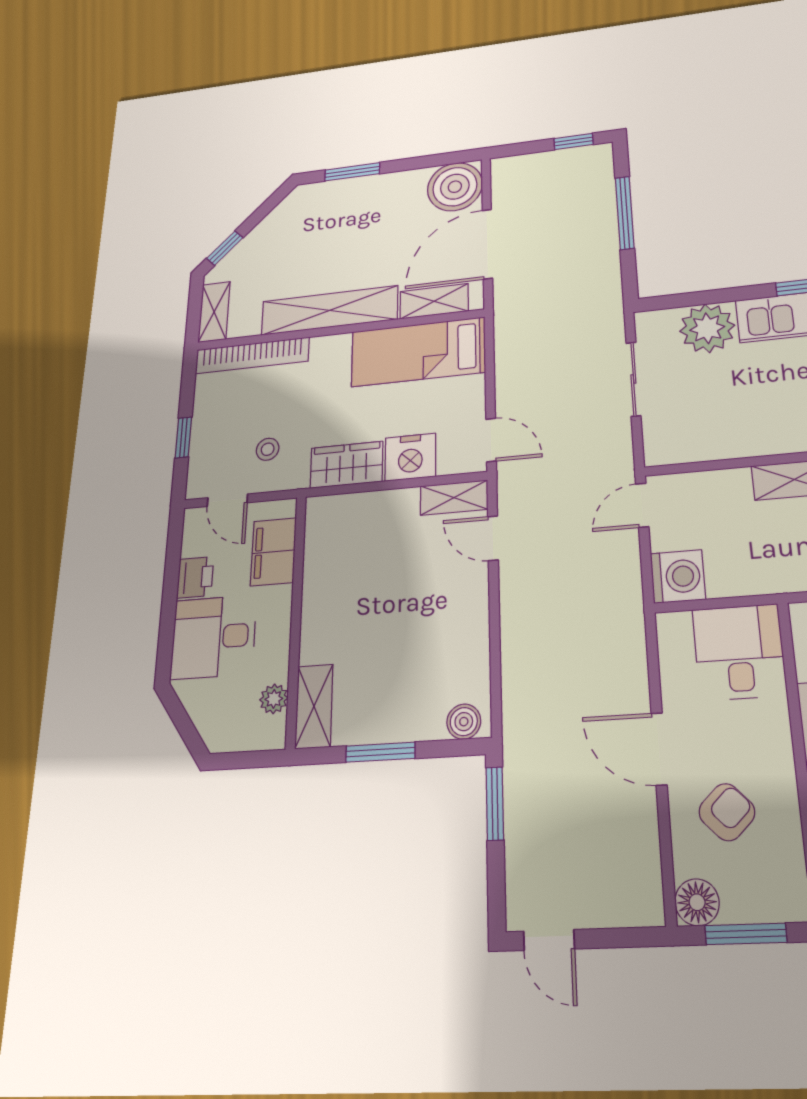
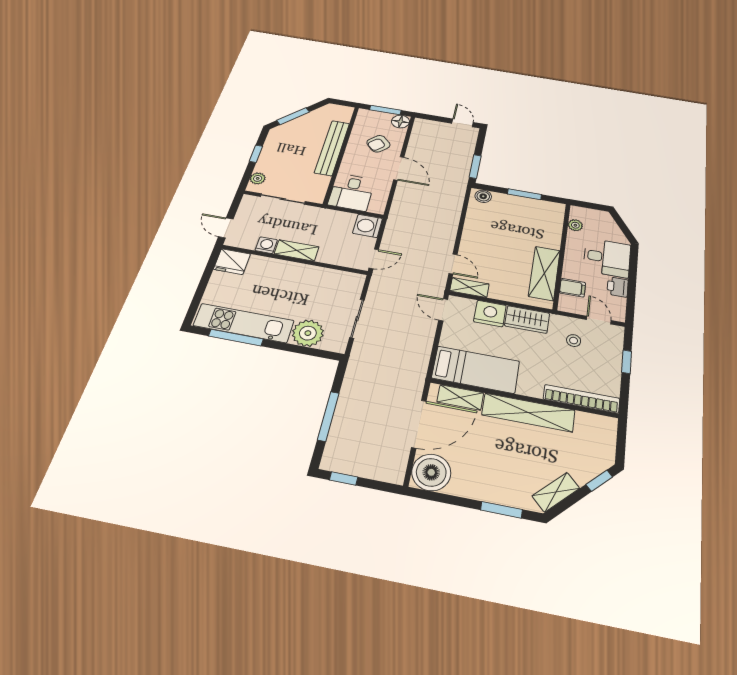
shelving: (214, 312) -> (556, 492), moved, turned 45
filing cabinet: (273, 552) -> (572, 288), width x0.50
shelving: (314, 706) -> (544, 273), moved, width x1.50, depth x1.33

